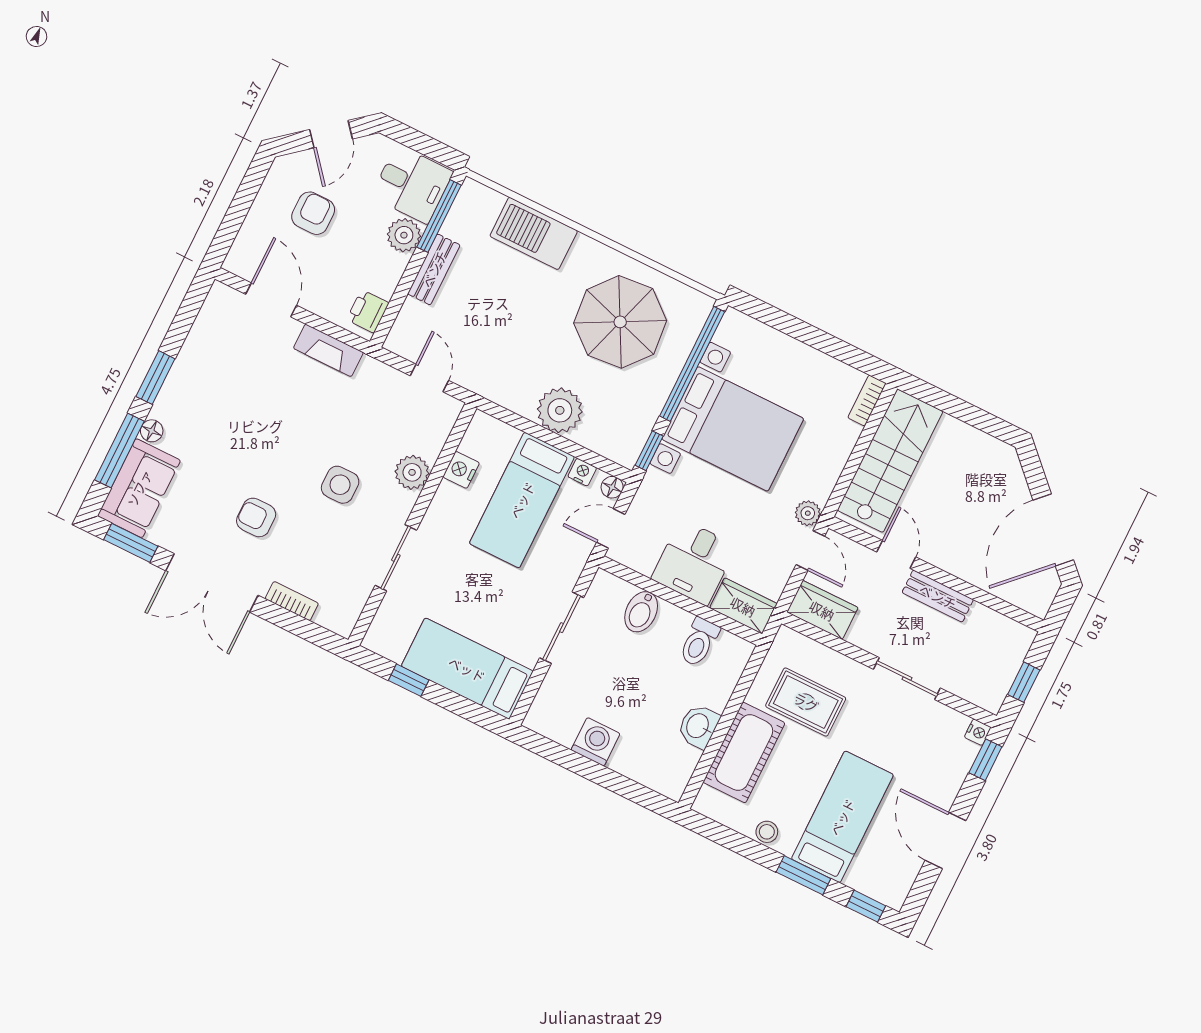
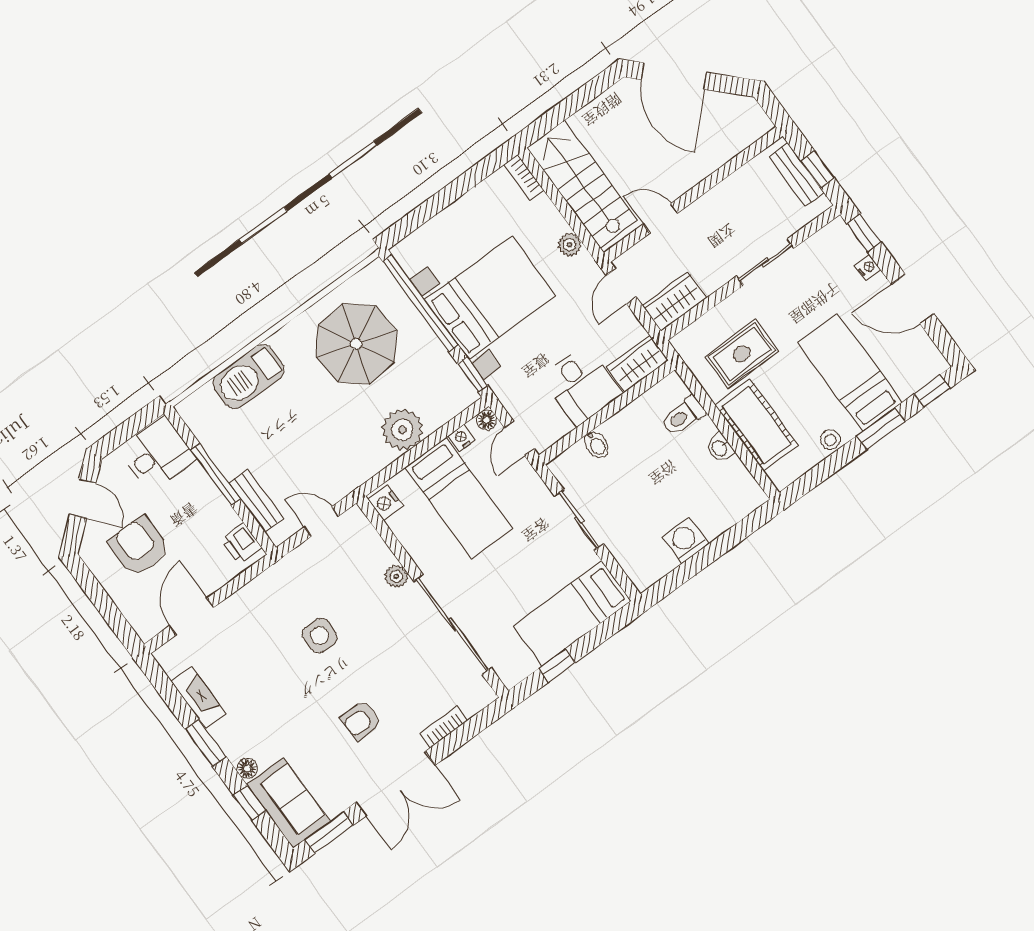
armchair: (313, 213) -> (139, 546), width x1.38, depth x1.38
window: (439, 216) -> (215, 474), moved
plant: (404, 235) -> (195, 482), removed
bench: (434, 269) -> (256, 501), moved
door: (271, 300) -> (191, 617), hinge flipped
fireplace: (328, 350) -> (198, 698), moved, turned -90
window: (119, 451) -> (249, 803), width x0.46
nightstand: (461, 470) -> (385, 502), moved
plant: (412, 472) -> (396, 576), width x0.73, depth x0.73
side table: (340, 485) -> (320, 636), moved
plant: (808, 513) -> (569, 245), moved
door: (1053, 530) -> (674, 76), moved
door: (810, 550) -> (621, 286), swing flipped
sliding door: (396, 558) -> (453, 624), width x1.86
bench: (938, 596) -> (796, 174), moved, turned 90
bidet: (641, 612) -> (596, 445), width x0.72, depth x0.74
toilet: (699, 642) -> (683, 416), moved, turned 90
washbasin: (698, 726) -> (720, 448), width x0.72, depth x0.69
nightstand: (978, 732) -> (868, 268), moved

